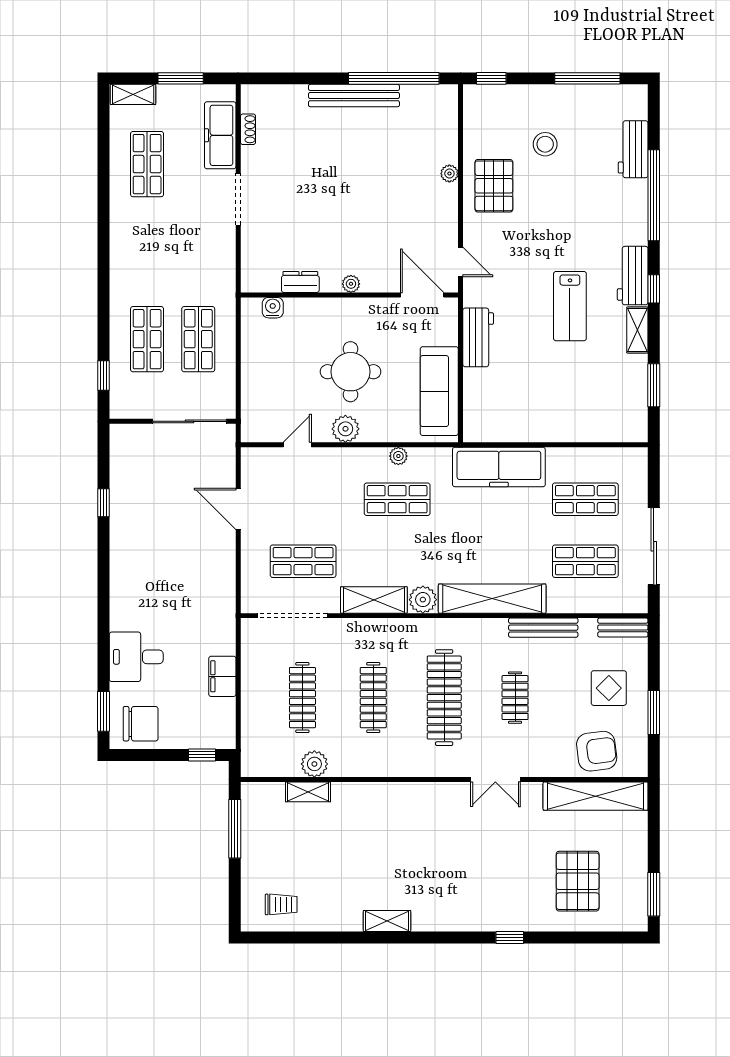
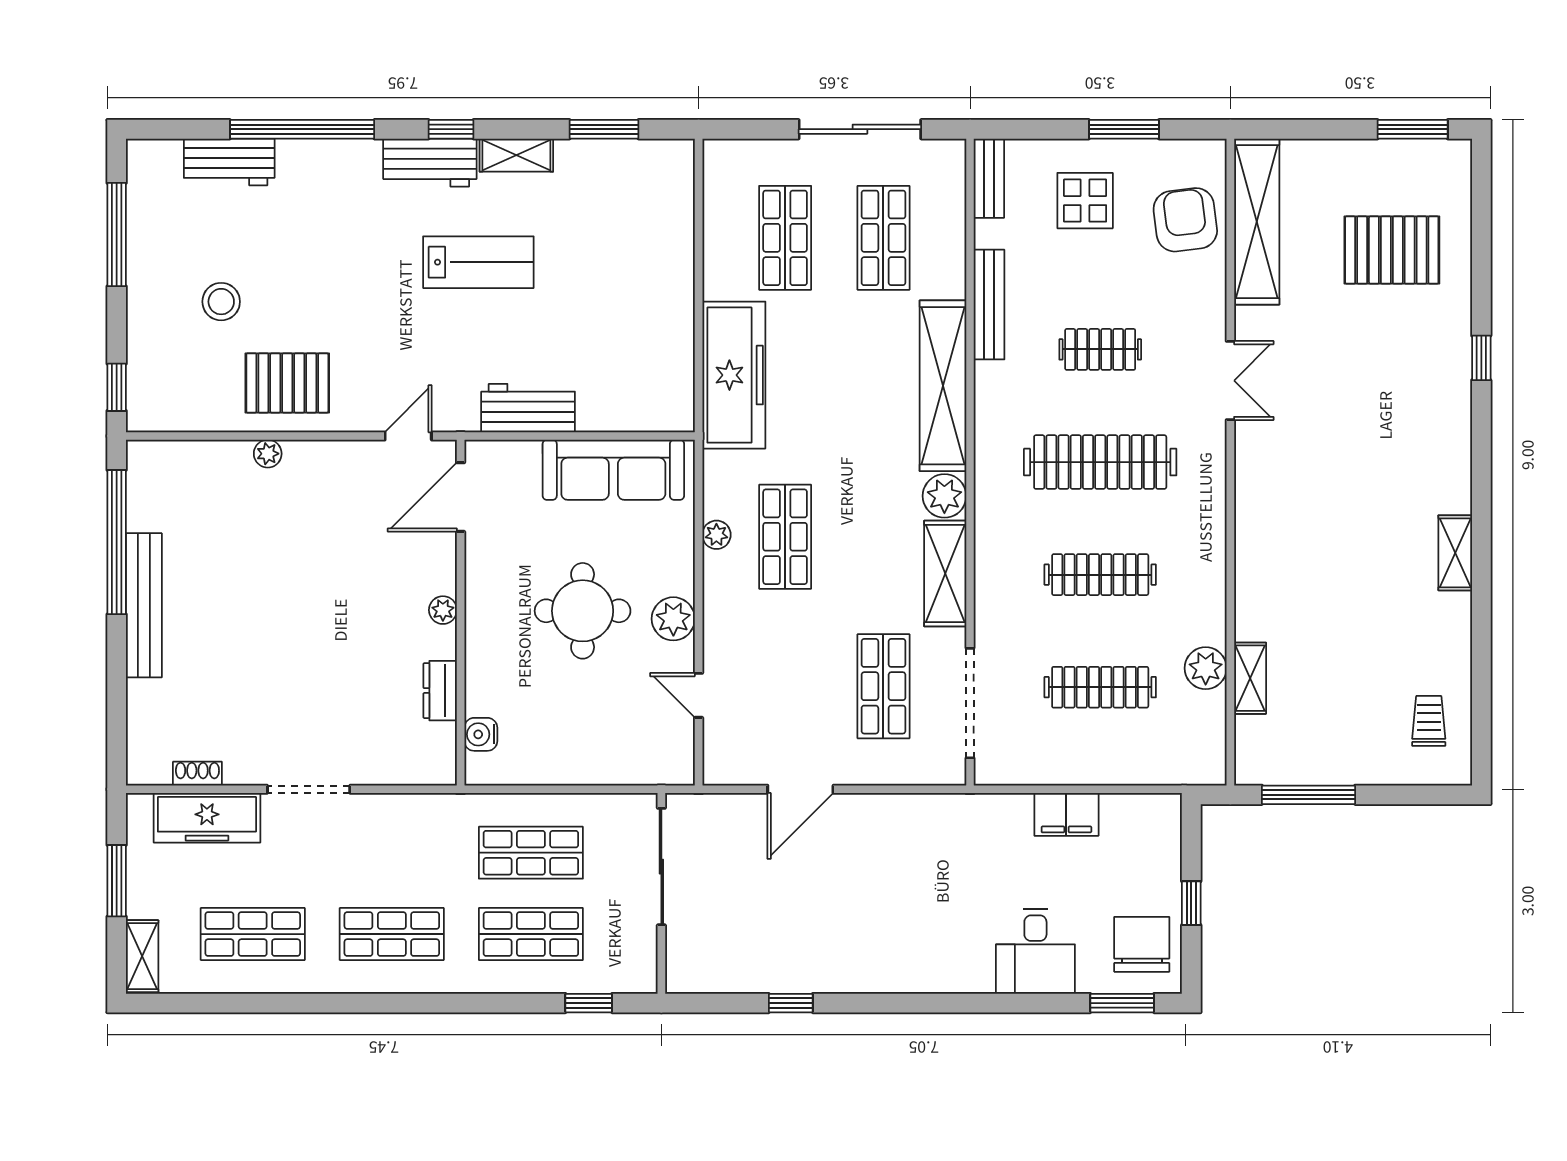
shop shelf: (147, 252) -> (392, 934), added
window: (202, 755) -> (1191, 903), moved

